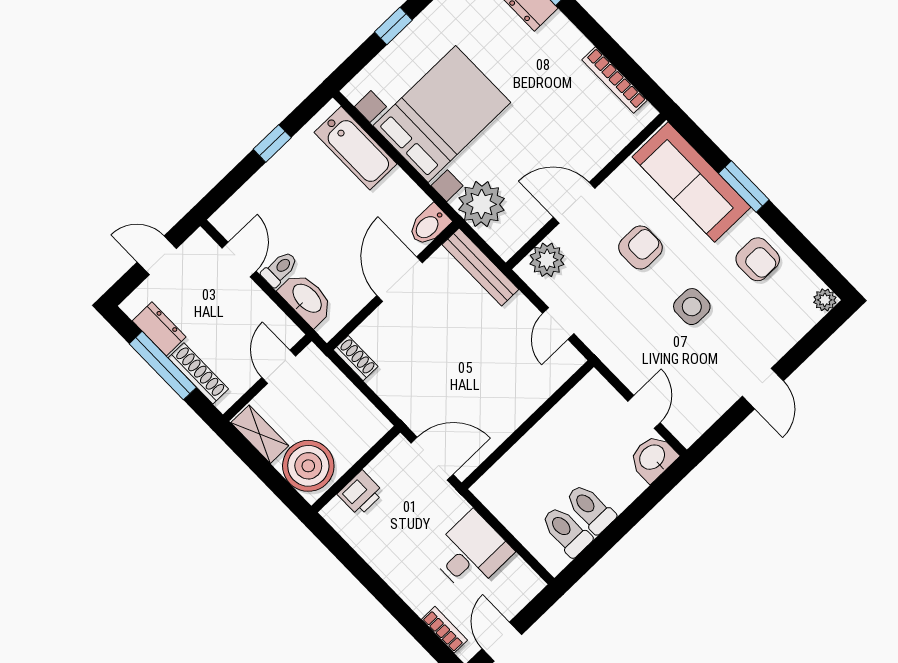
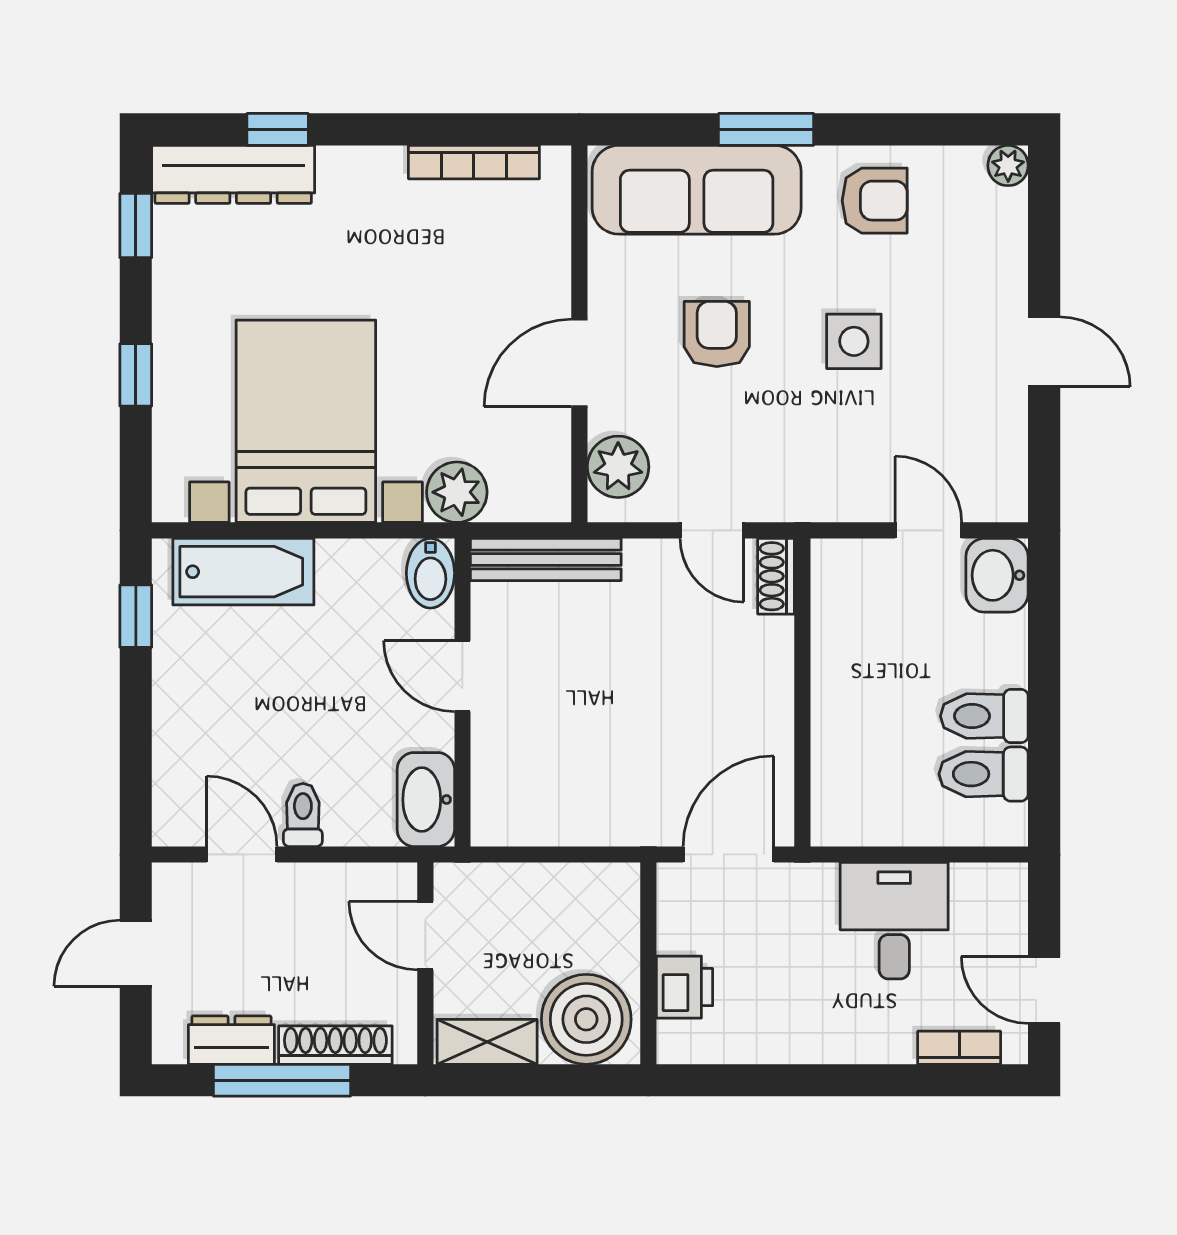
window: (272, 143) -> (136, 616), moved
plant: (482, 204) -> (457, 492), width x0.73, depth x0.73
door: (400, 279) -> (462, 676), width x0.73
washbasin: (306, 299) -> (426, 800), moved, turned -90
shoe rack: (356, 358) -> (776, 576), moved, turned -90

